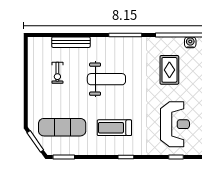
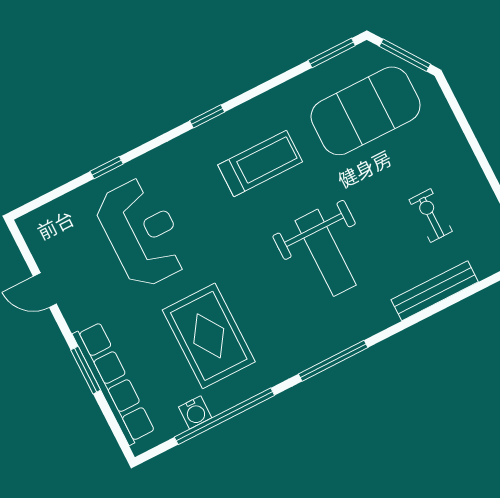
rug: (169, 70) -> (209, 336), width x1.36, depth x1.43
weight bench: (106, 79) -> (326, 253), turned -90
reception desk: (175, 124) -> (142, 233), turned 180
exercise mat: (62, 127) -> (366, 111), width x1.47

